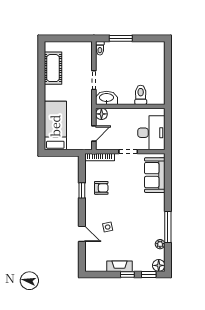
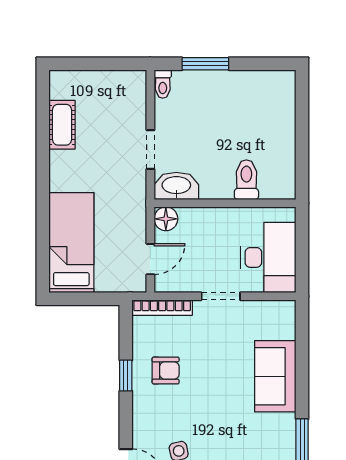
cot: (53, 68) -> (62, 125), width x0.73, depth x0.75
sofa: (155, 175) -> (275, 376), moved

